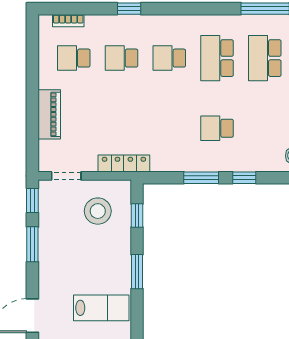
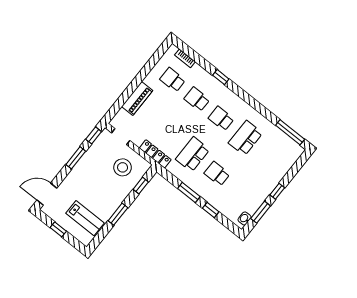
school desk: (265, 58) -> (193, 154), moved

